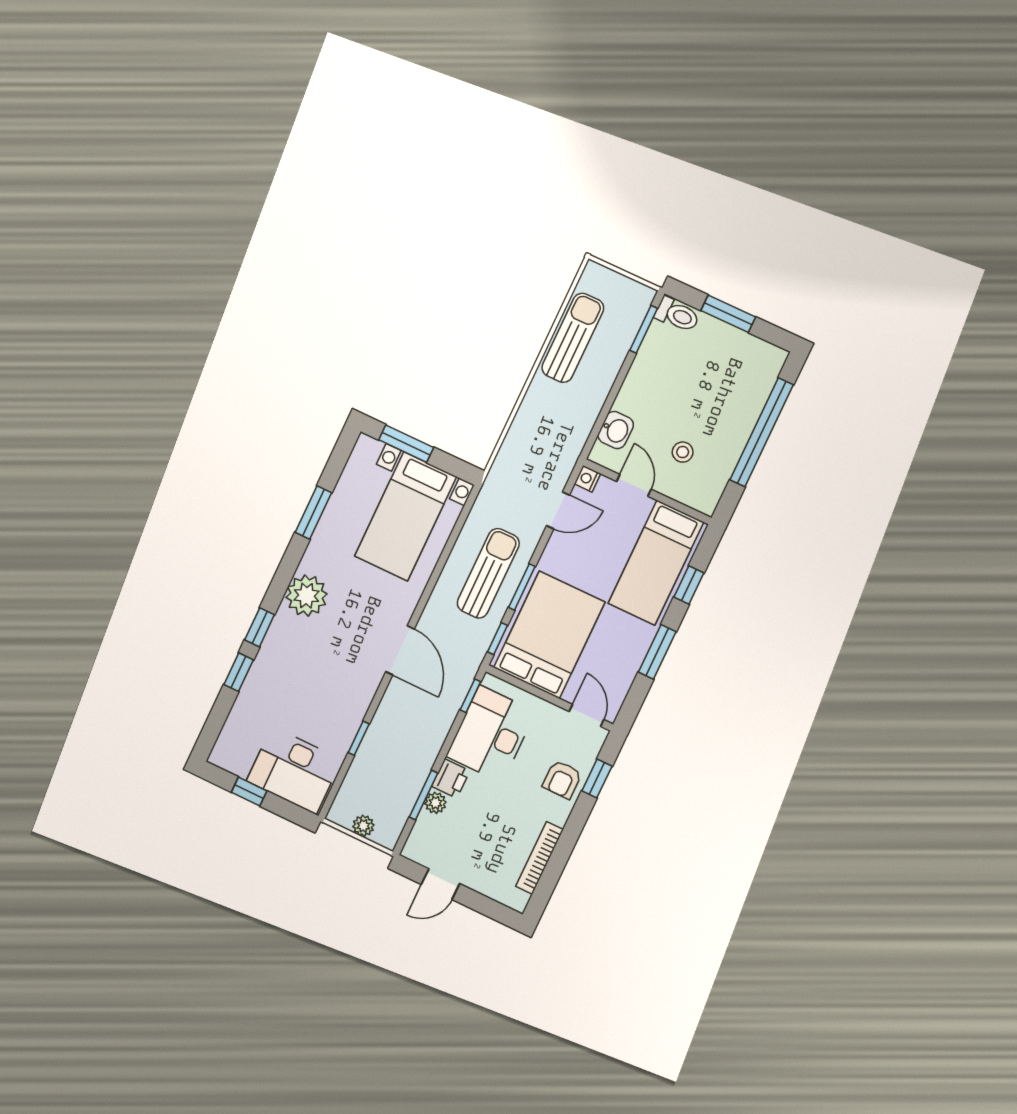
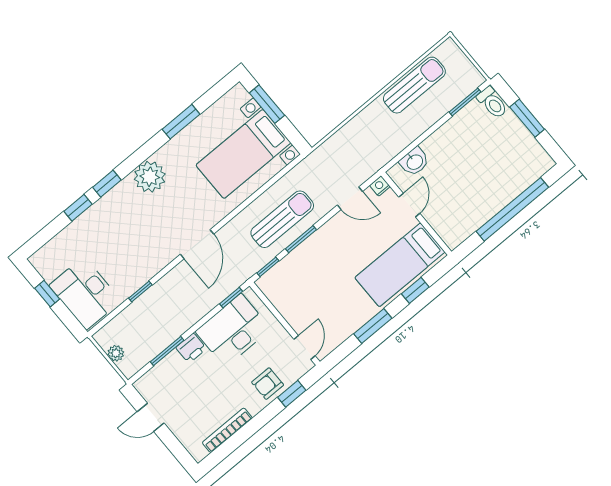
stool: (683, 452) -> (453, 198), removed
bed: (549, 635) -> (305, 281), removed
plant: (435, 803) -> (173, 360), removed

